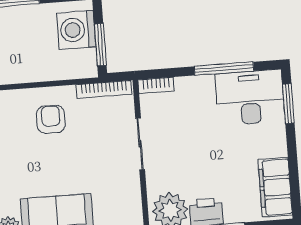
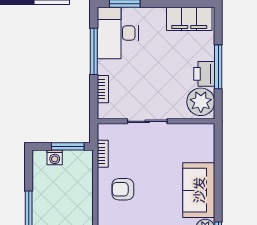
washing machine: (76, 30) -> (55, 157), width x0.53, depth x0.53
bookcase: (156, 85) -> (103, 89), moved
bookcase: (104, 89) -> (103, 154), width x0.64

